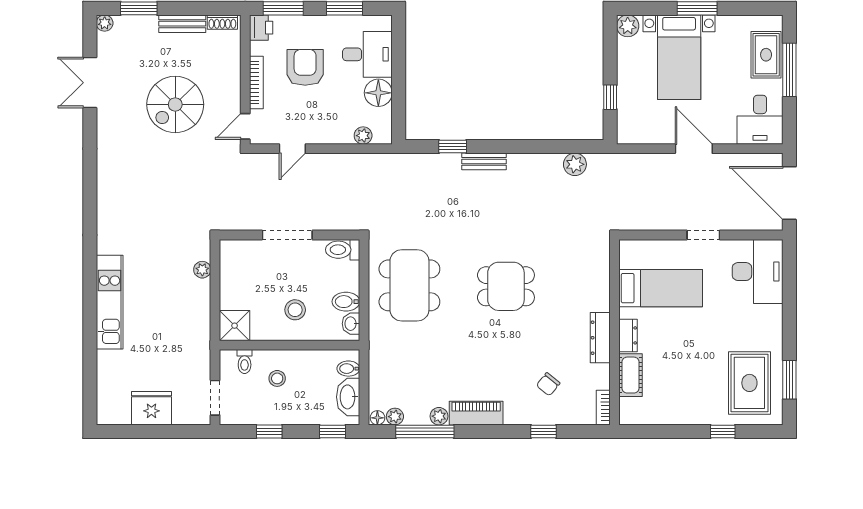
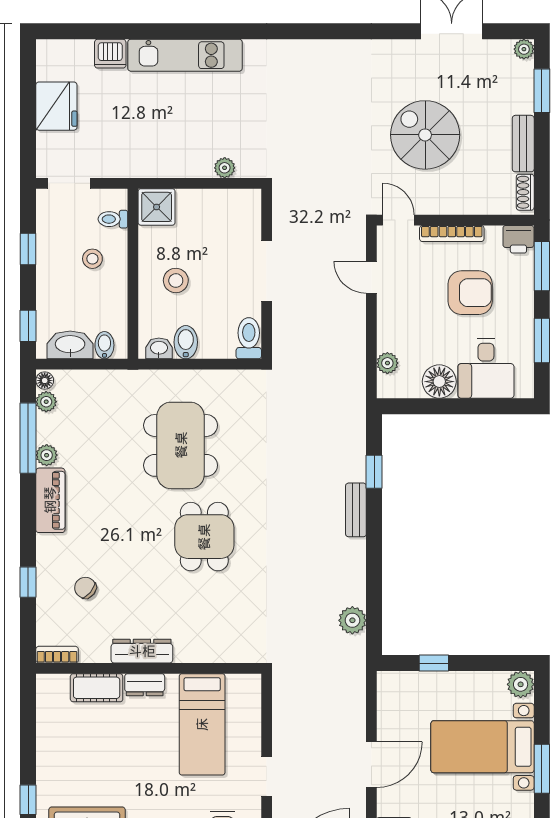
dining table: (409, 285) -> (181, 445), moved, turned 90
dishwasher: (108, 364) -> (110, 54), added

